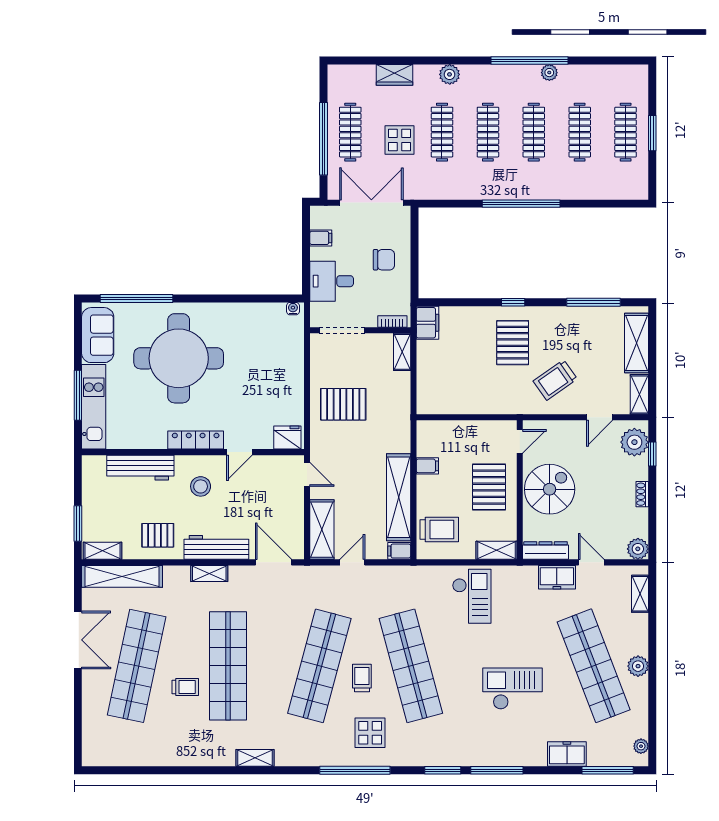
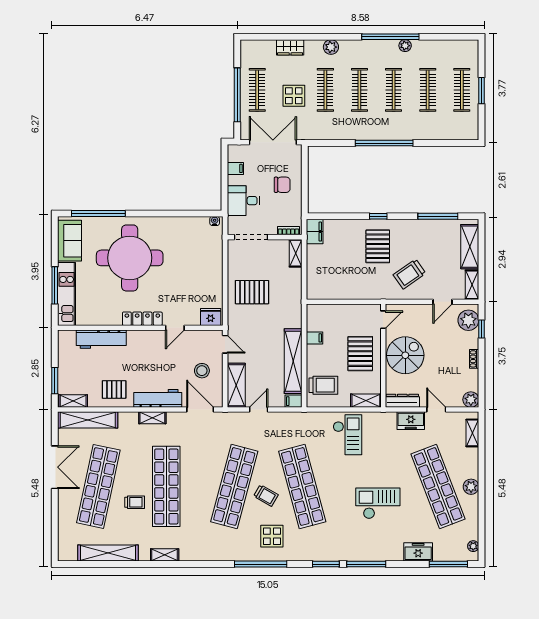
stool: (201, 486) -> (202, 371), moved
trolley: (362, 678) -> (266, 495), turned 120
shelving: (149, 755) -> (108, 553), added
shelving: (255, 758) -> (165, 555), moved

